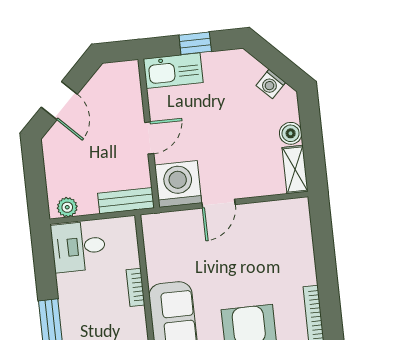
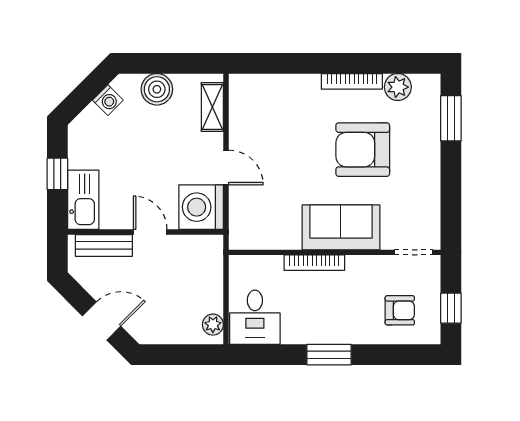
boiler: (291, 133) -> (157, 89), width x1.36, depth x1.36
shelving: (295, 170) -> (212, 107), moved, turned 90
bench: (126, 201) -> (104, 245), moved, turned 90
bookcase: (135, 287) -> (314, 263), width x1.56

